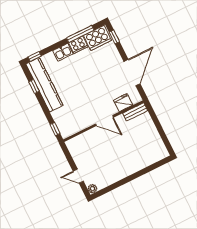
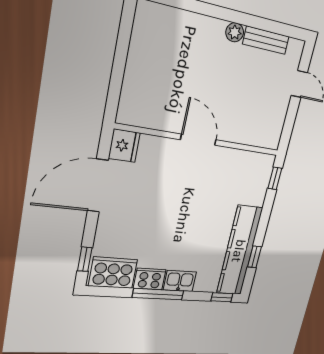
window: (80, 34) -> (158, 294), moved
fridge: (123, 103) -> (124, 146), moved, turned -90
bench: (135, 112) -> (266, 40), moved
plant: (92, 189) -> (235, 32), moved

